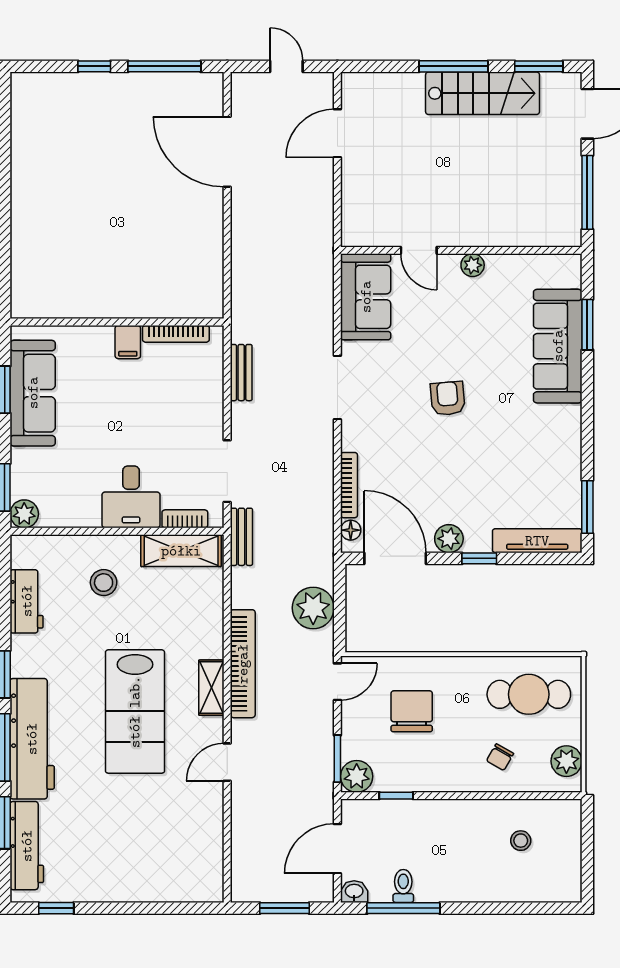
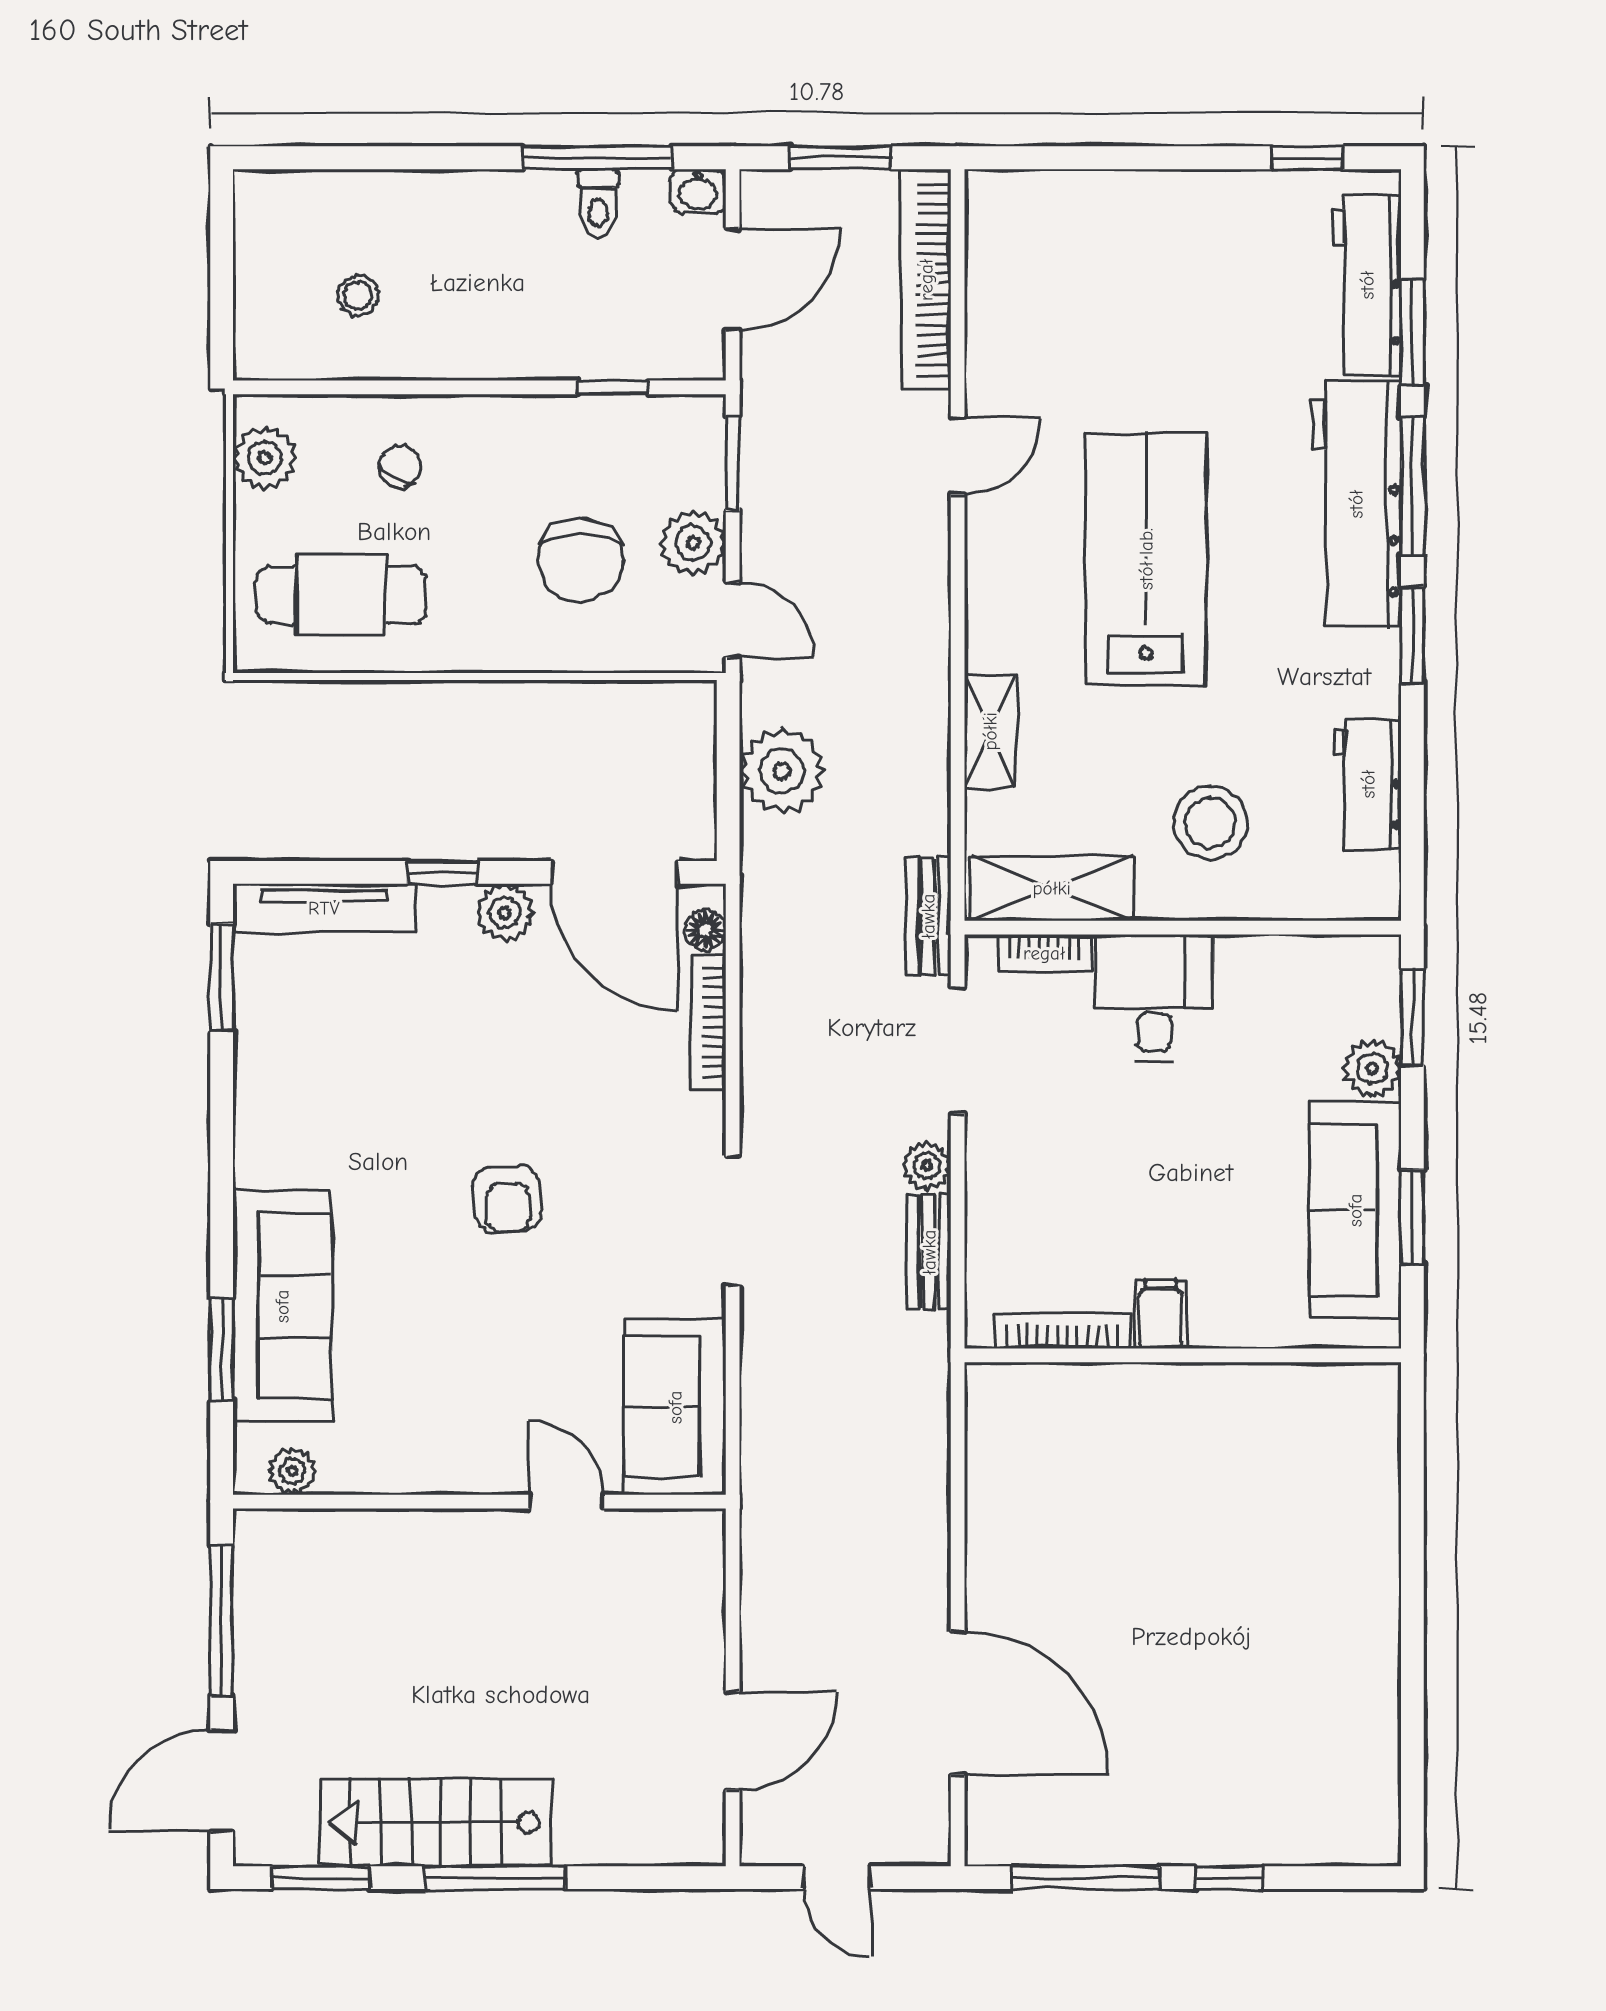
plant: (473, 265) -> (292, 1471), moved
plant: (242, 415) -> (927, 1166), added
plant: (24, 514) -> (1372, 1068), moved
stool: (104, 583) -> (1210, 823), width x1.38, depth x1.38
bookcase: (243, 664) -> (926, 280), moved
door: (337, 682) -> (733, 620), swing flipped
shelving: (211, 688) -> (990, 731), moved
plant: (357, 776) -> (693, 543), moved

